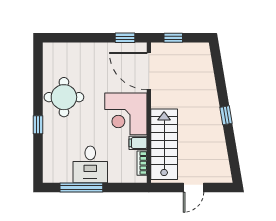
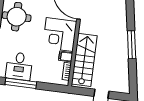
window: (226, 115) -> (132, 45), width x2.17
desk: (90, 164) -> (19, 66), moved

